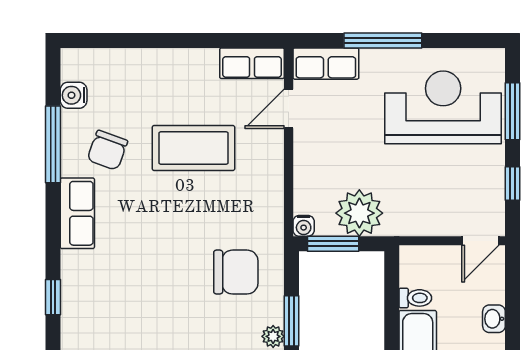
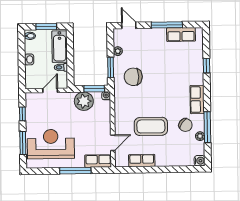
row of seats: (252, 63) -> (142, 161), moved
water cooler: (74, 95) -> (200, 161), moved
reception desk: (443, 107) -> (51, 144), turned 180
plant: (72, 122) -> (200, 136), added
chair: (107, 150) -> (185, 125), turned 107
door: (480, 241) -> (50, 90), moved
window: (292, 321) -> (111, 67), moved

